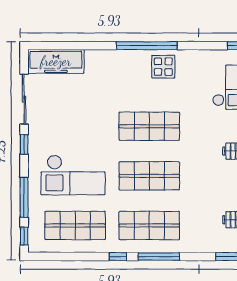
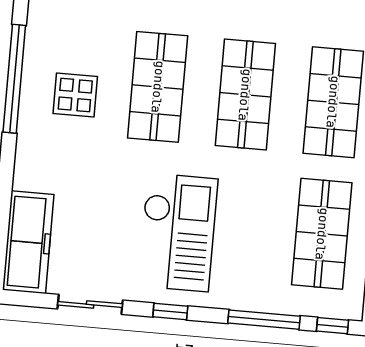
display table: (163, 67) -> (75, 95), moved
sliding door: (24, 99) -> (90, 304), width x0.73
checkout: (73, 175) -> (178, 232), moved

